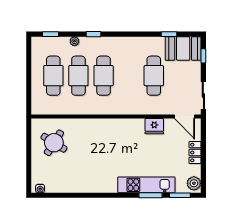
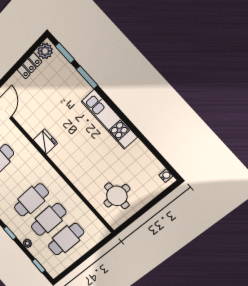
fridge: (154, 126) -> (45, 142), moved
round table: (54, 143) -> (117, 196), turned -32
locker: (195, 153) -> (29, 66), moved
kitchen unit: (146, 185) -> (109, 119), moved

